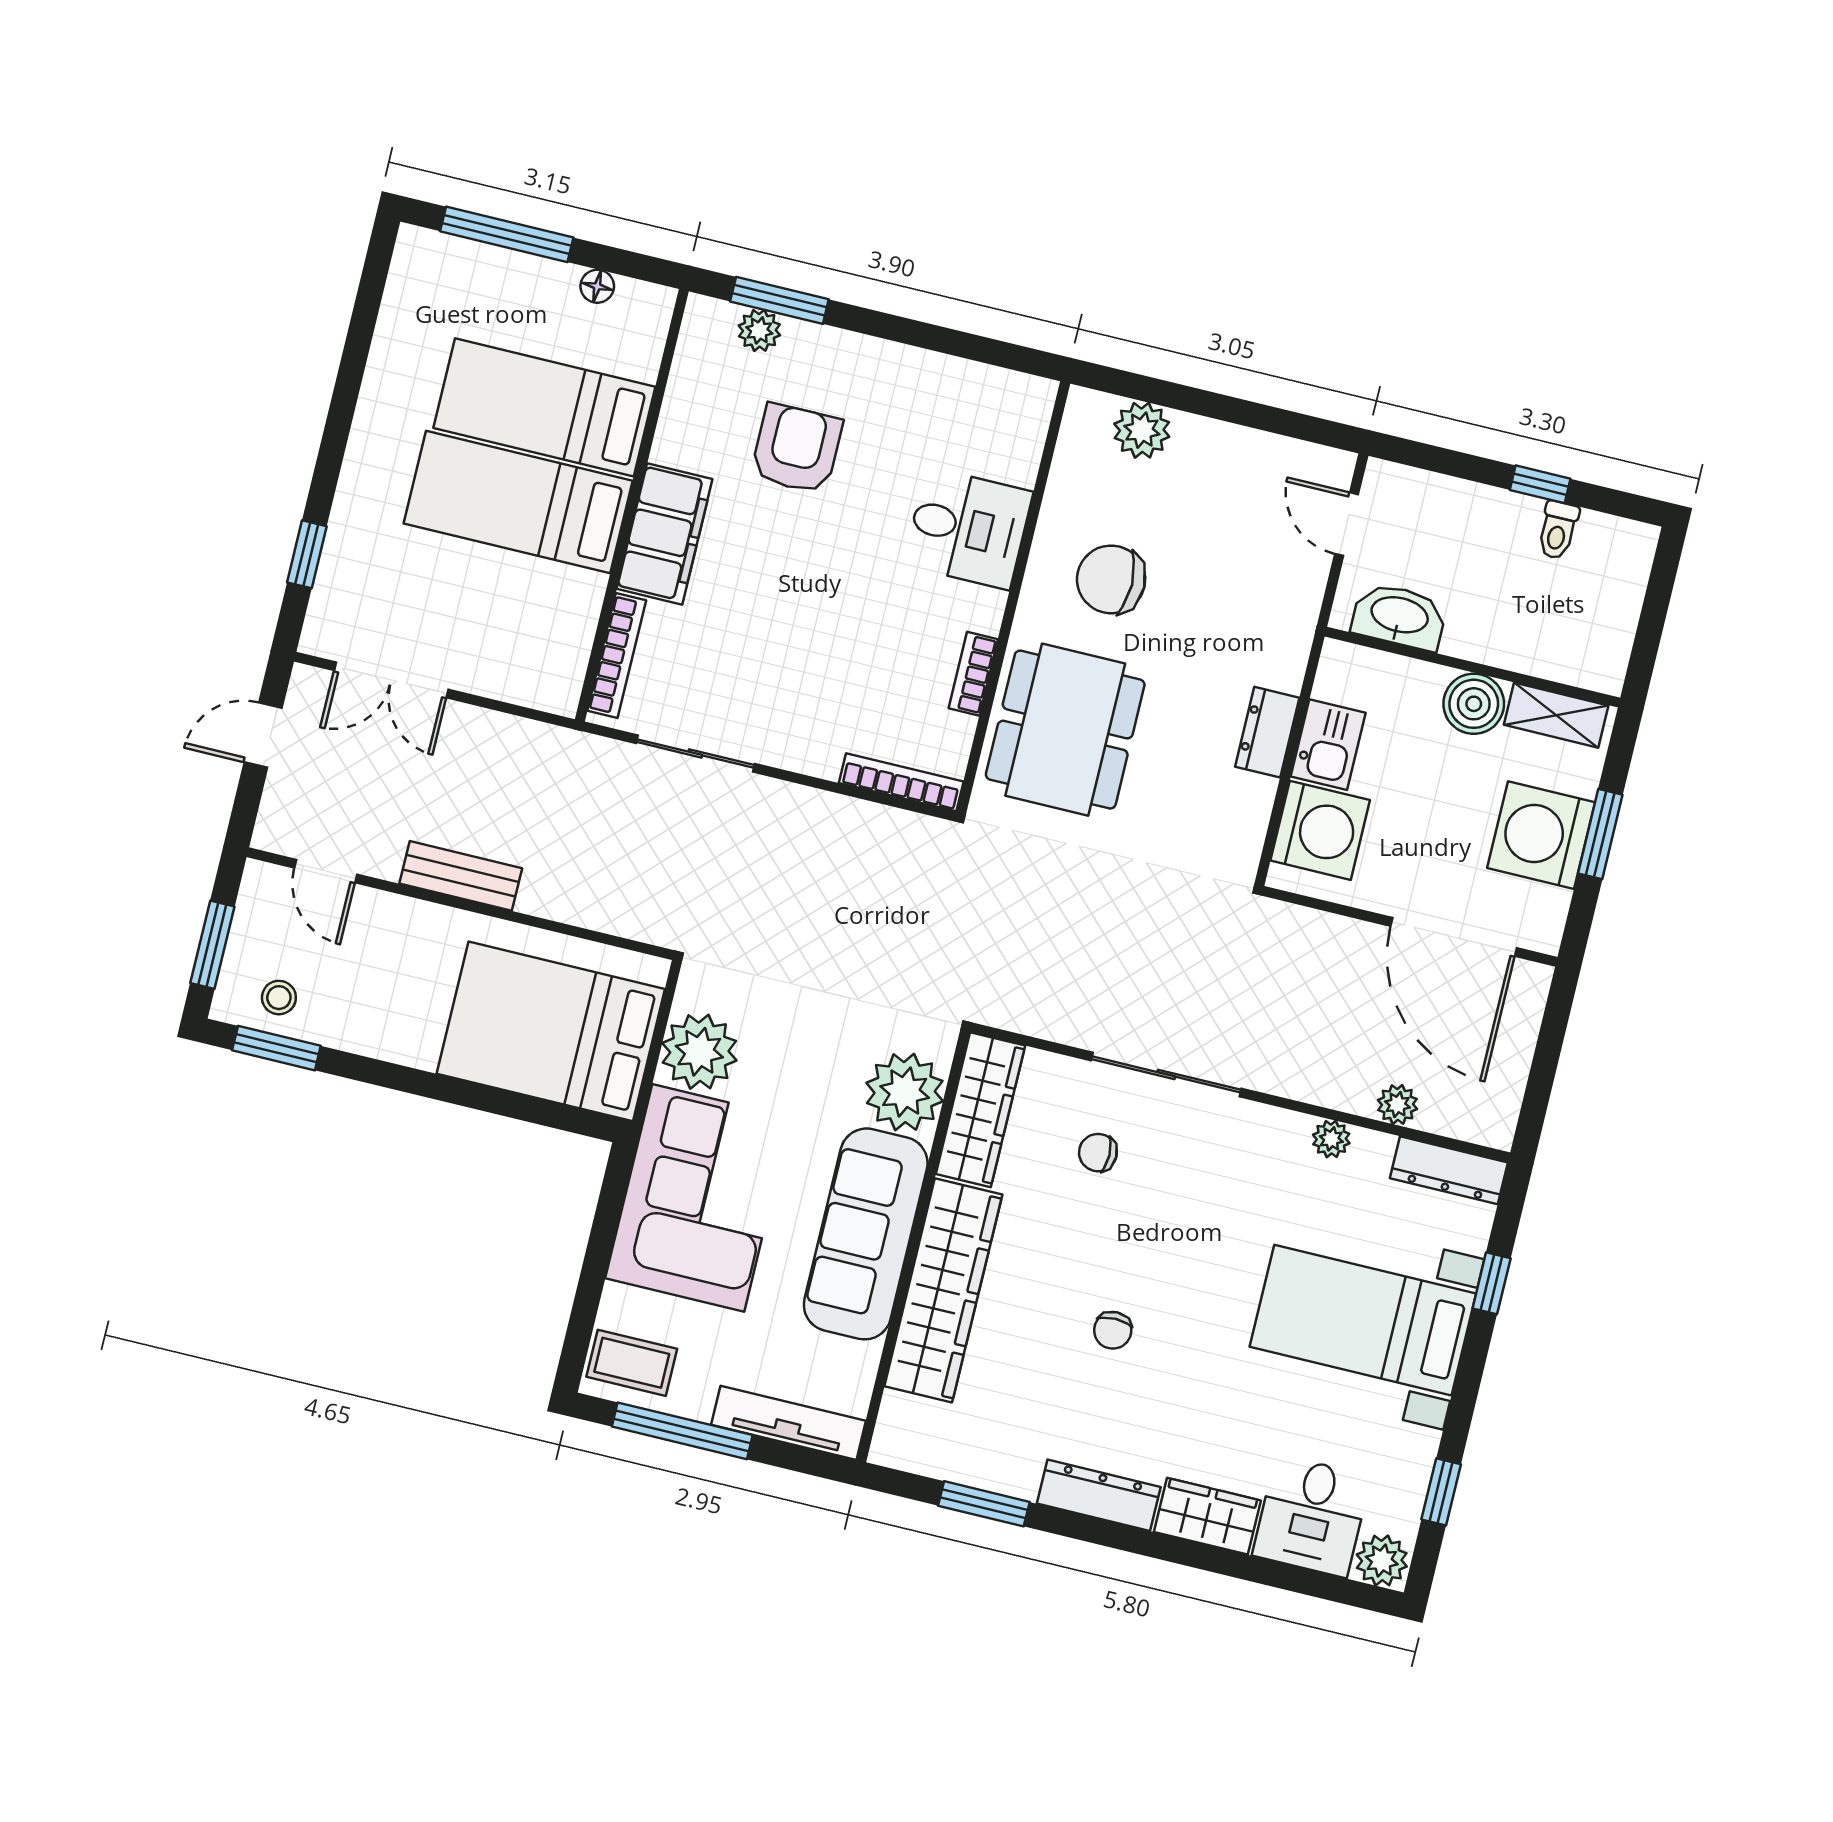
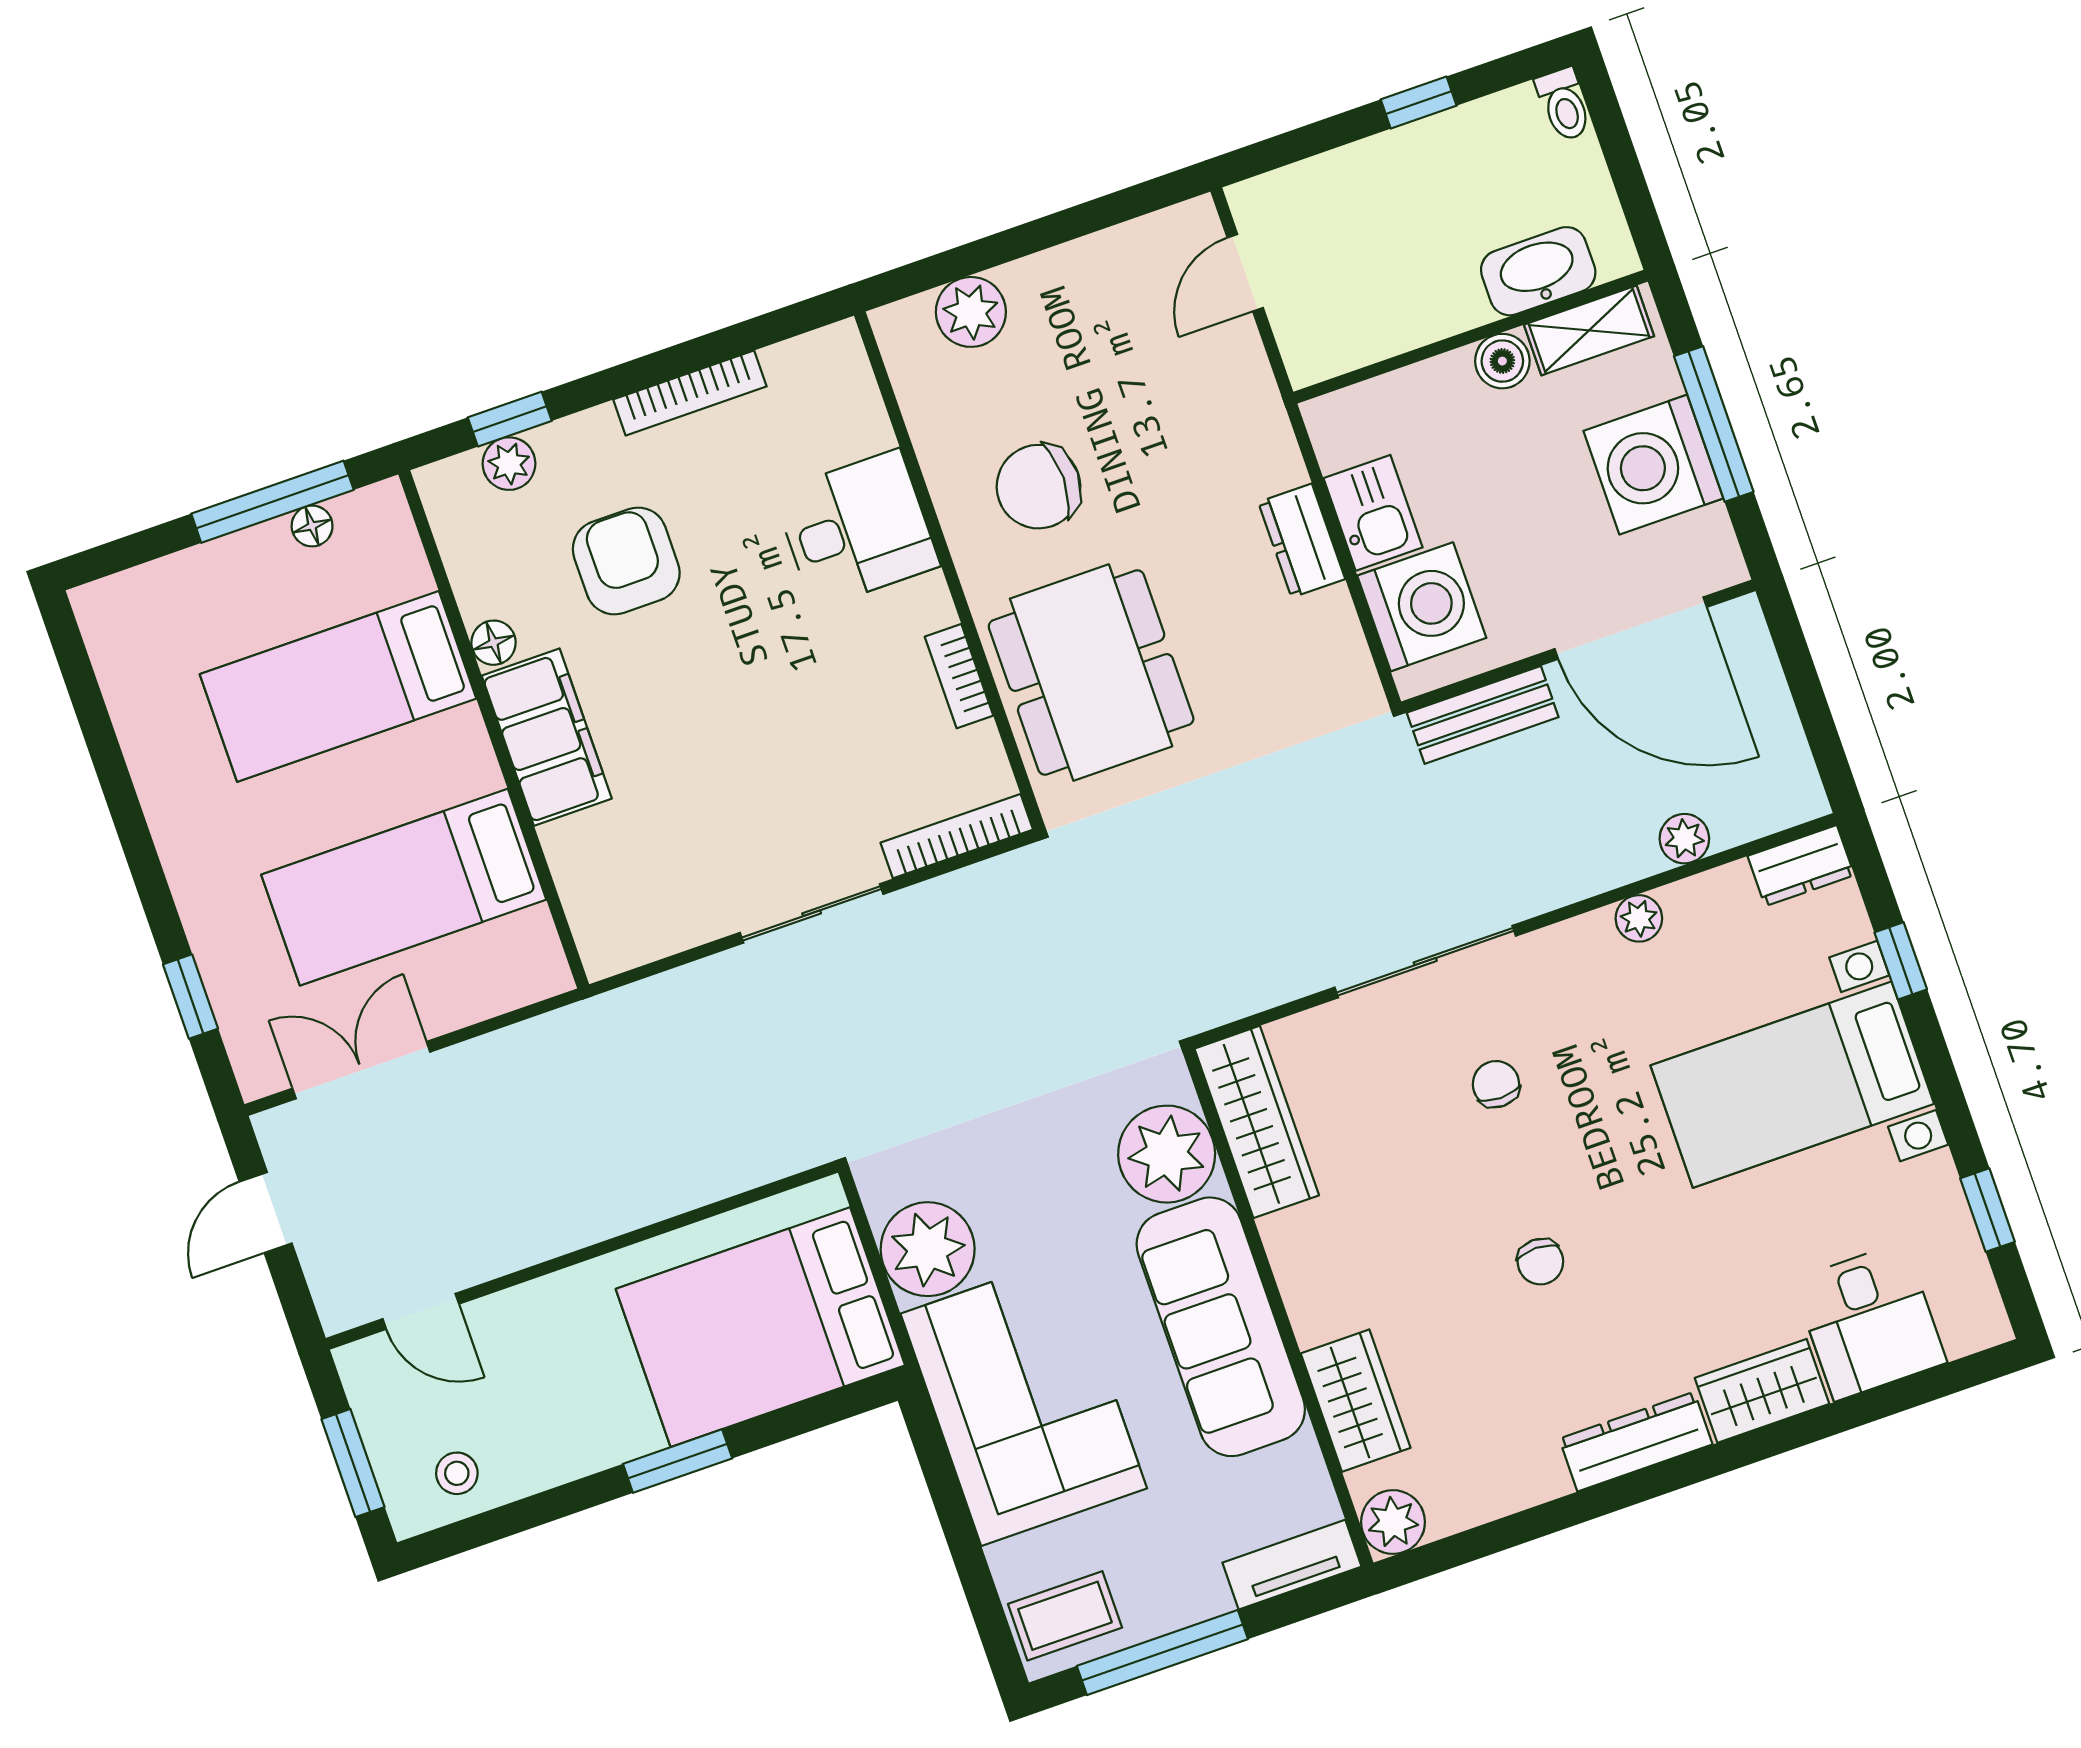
window: (507, 234) -> (272, 502), moved
window: (779, 300) -> (510, 419), width x0.67
floor lamp: (670, 446) -> (494, 643), added
bed: (518, 502) -> (404, 887), moved
door: (1347, 524) -> (1245, 273), hinge flipped
toilet: (1558, 530) -> (1564, 105), moved
washbasin: (1399, 616) -> (1538, 271), moved
bookcase: (617, 656) -> (690, 393), moved, turned 90
double door: (391, 680) -> (361, 1070), swing flipped
boiler: (1474, 704) -> (1502, 361), width x0.73, depth x0.73
sliding door: (695, 753) -> (812, 913), moved
window: (1600, 834) -> (1714, 424), width x1.44
bench: (461, 876) -> (1483, 715), moved
window: (276, 1048) -> (678, 1461), moved
chair: (1098, 1153) -> (1496, 1084), moved, turned 90
dresser: (1449, 1170) -> (1801, 866), width x0.70
wardrobe: (943, 1290) -> (1356, 1401), width x0.48, depth x0.85
tv unit: (788, 1423) -> (1292, 1565), width x0.71
window: (984, 1504) -> (1523, 1527), removed
plant: (1382, 1560) -> (1393, 1522), moved

